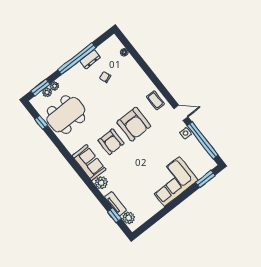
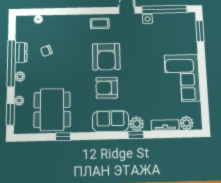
plant: (47, 92) -> (20, 77), moved
window: (41, 122) -> (63, 137), moved
armchair: (134, 124) -> (106, 57), turned 90
armchair: (111, 142) -> (107, 88), turned 180
corner sofa: (172, 181) -> (182, 78), moved
window: (114, 215) -> (136, 135), moved

